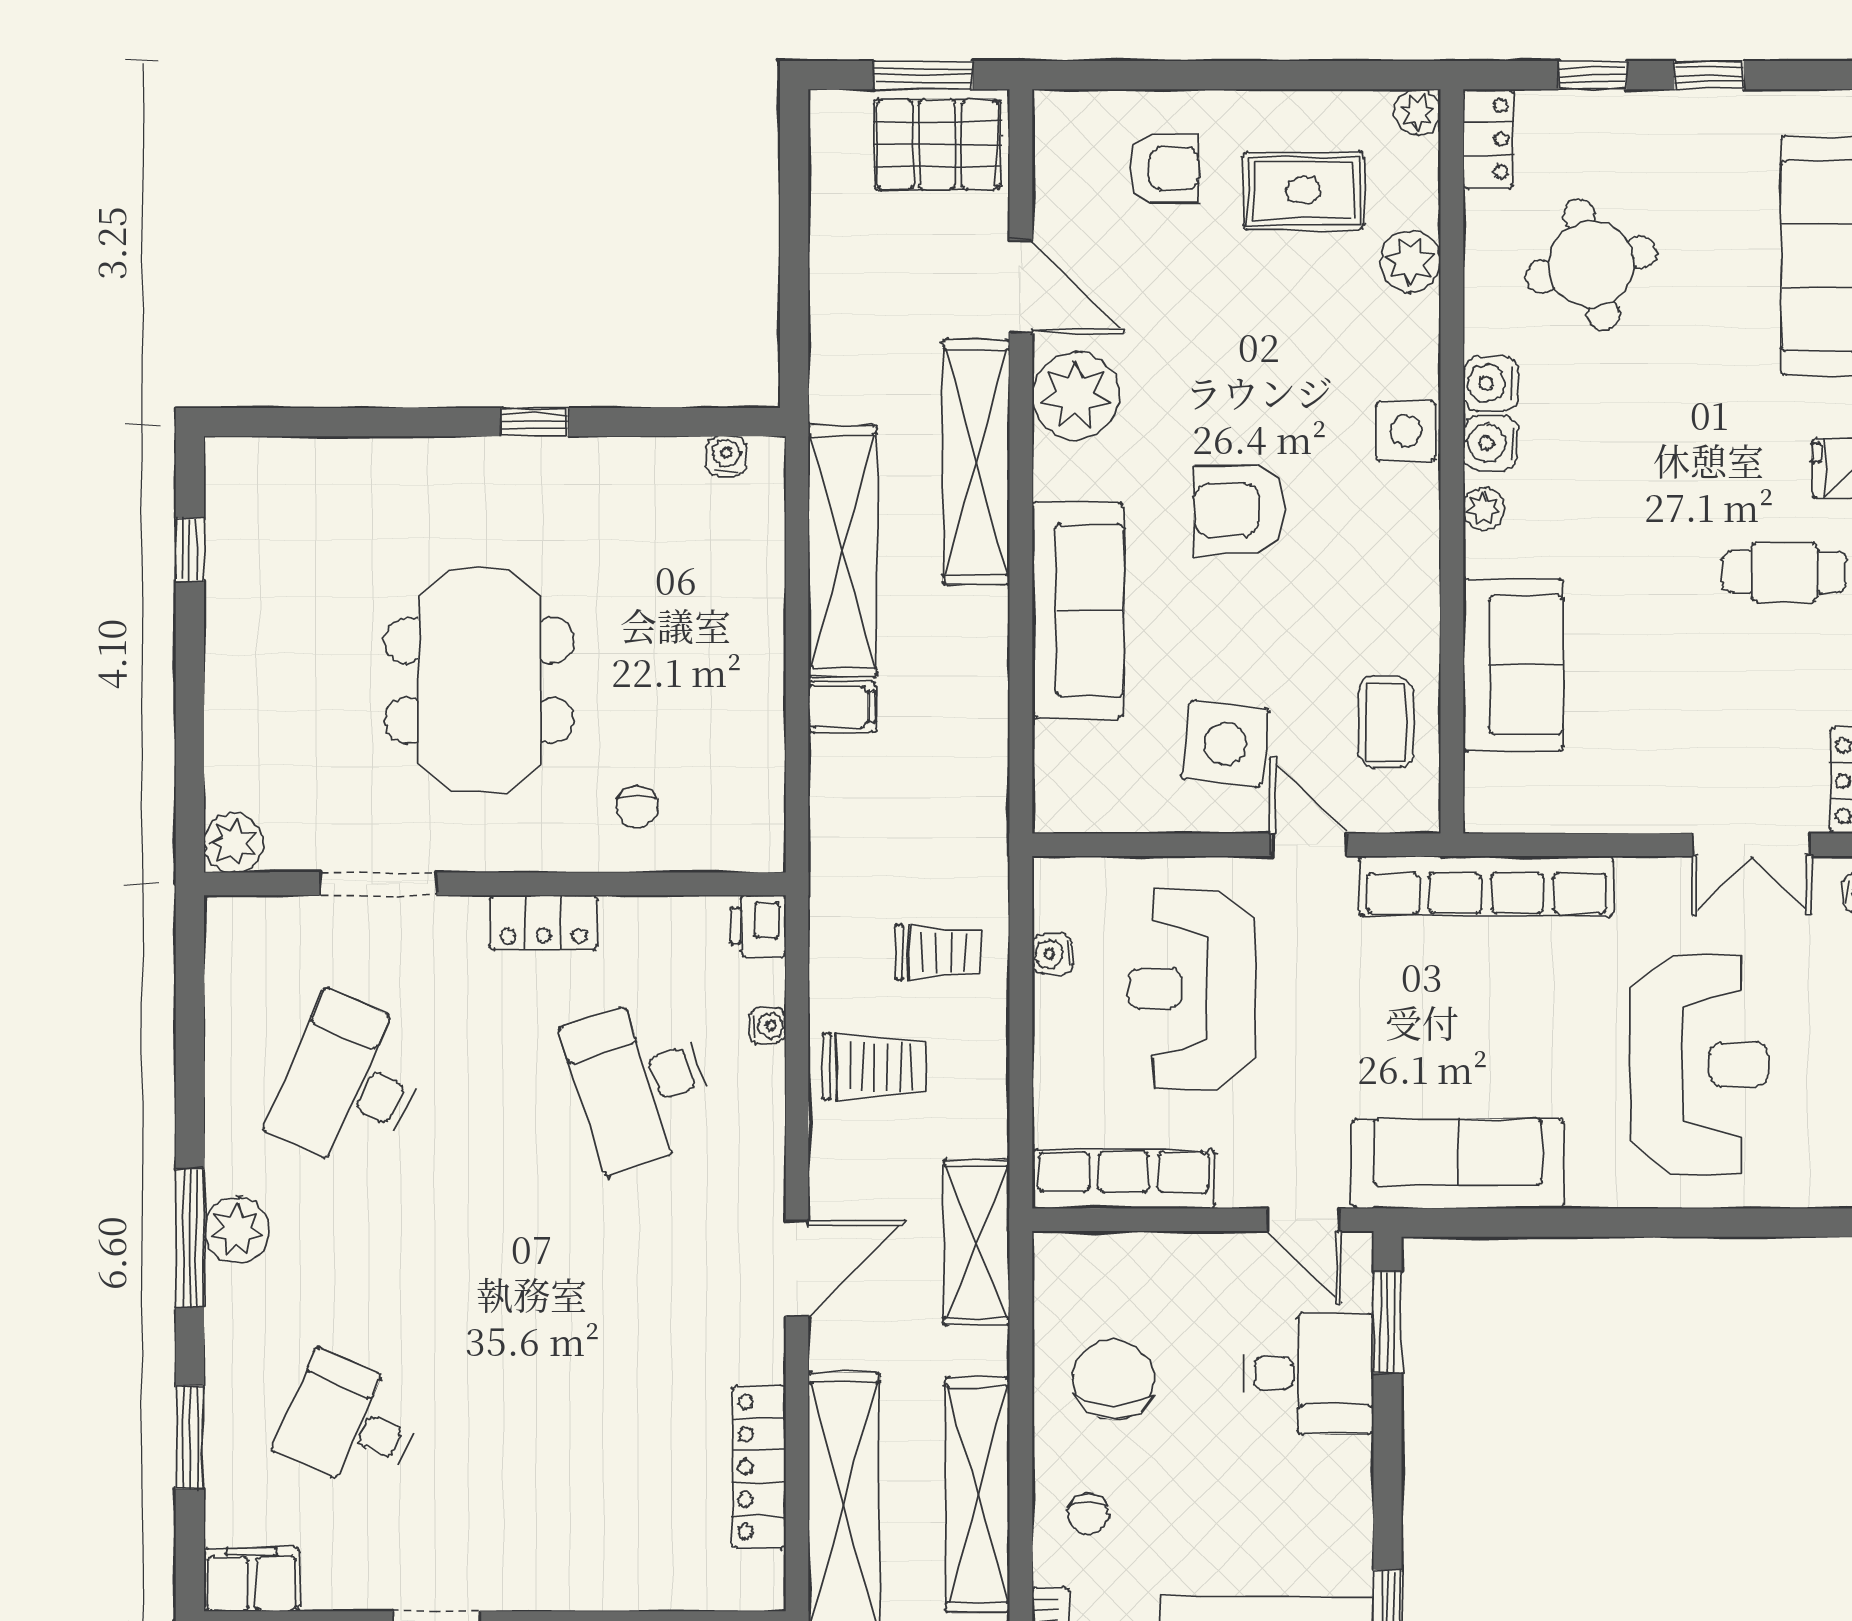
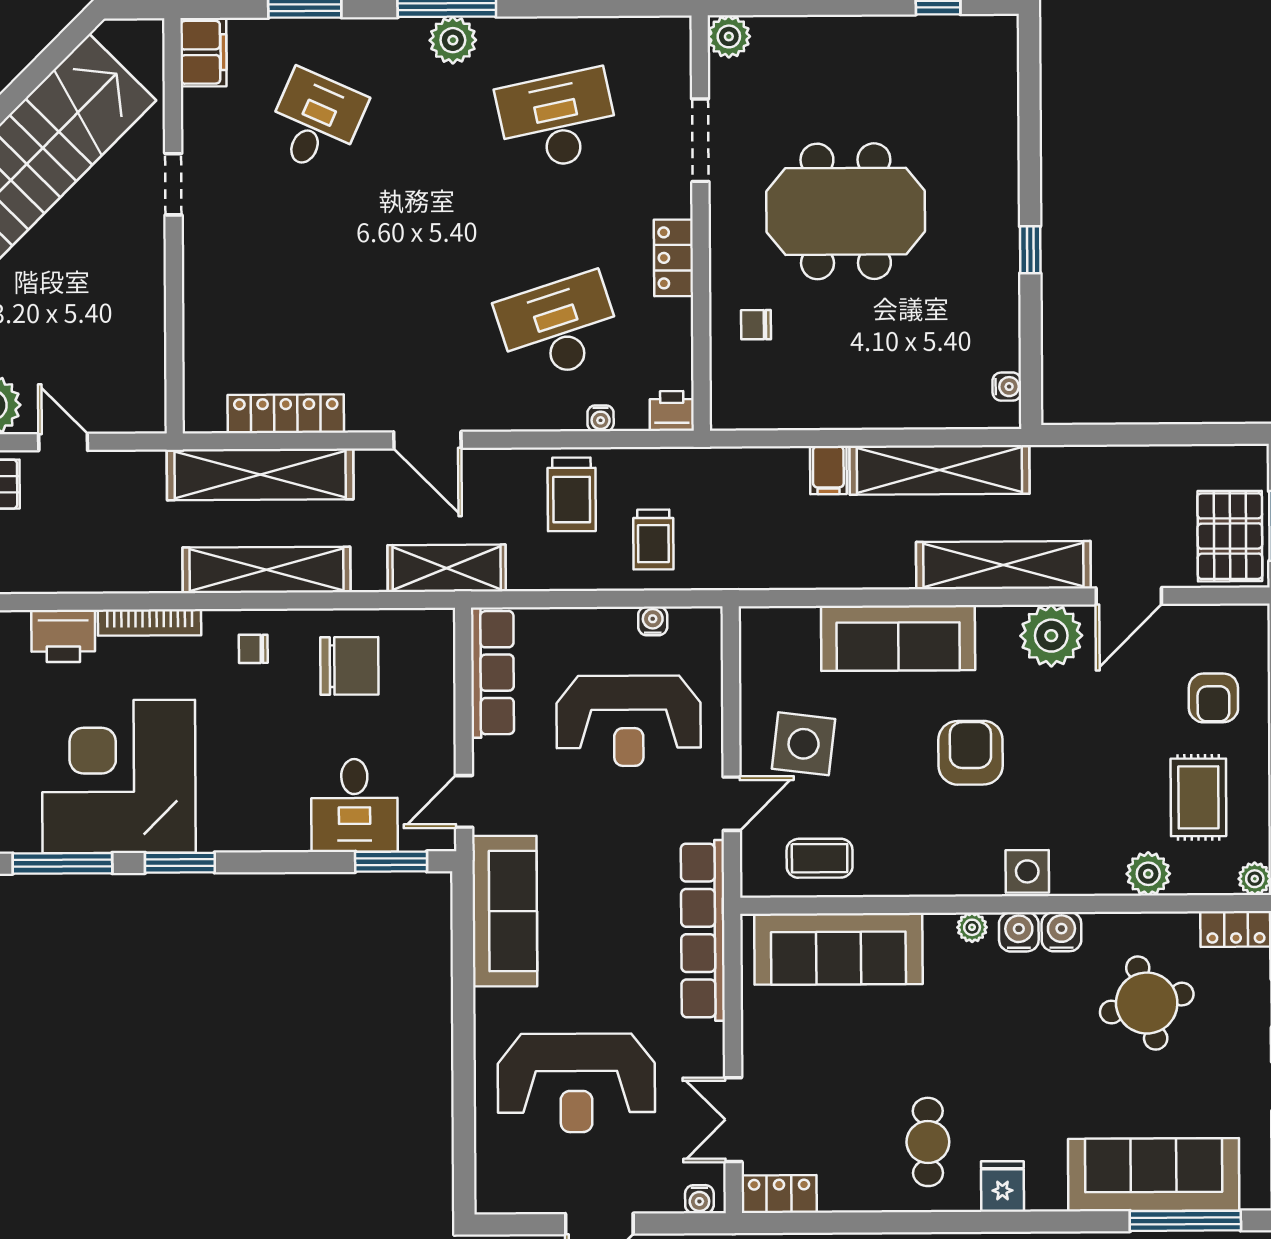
sofa: (1513, 665) -> (838, 949), width x1.36
reception desk: (1192, 988) -> (629, 721), turned 180
desk: (350, 1084) -> (558, 120), turned -36

